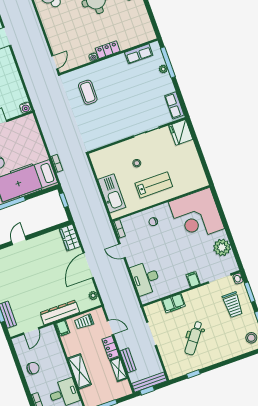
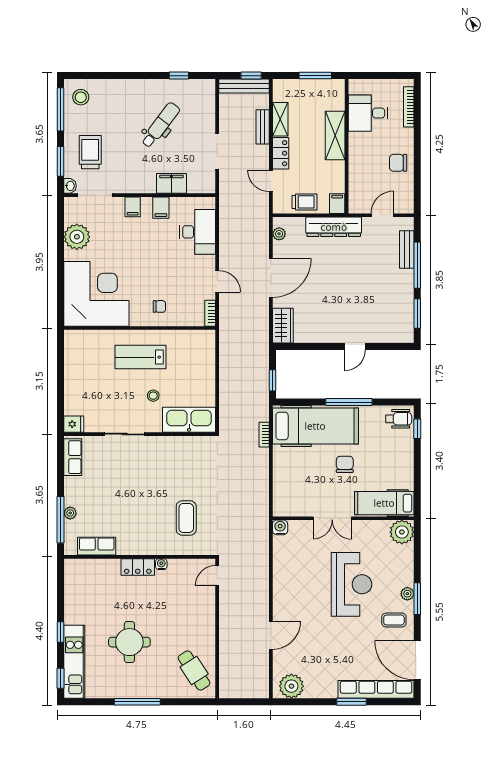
fridge: (181, 132) -> (74, 424), width x0.53, depth x0.75
kitchen sink: (112, 193) -> (189, 420), moved, turned 90
filing cabinet: (175, 285) -> (161, 208), added

